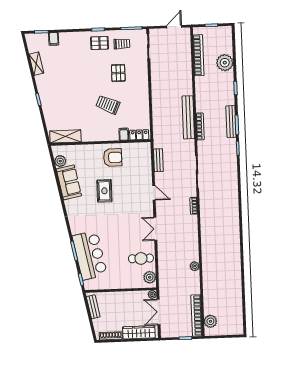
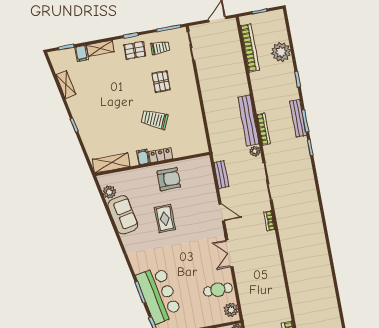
shelving: (71, 37) -> (101, 48), added
filing cabinet: (124, 134) -> (143, 157), moved
locker: (139, 135) -> (161, 155), moved
plant: (195, 266) -> (255, 151), moved

